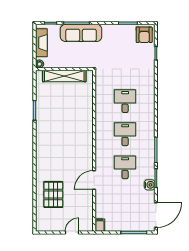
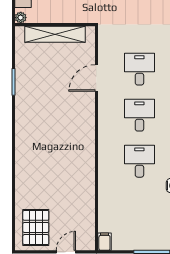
door: (94, 180) -> (96, 78), moved
pallet: (53, 194) -> (36, 227), moved

